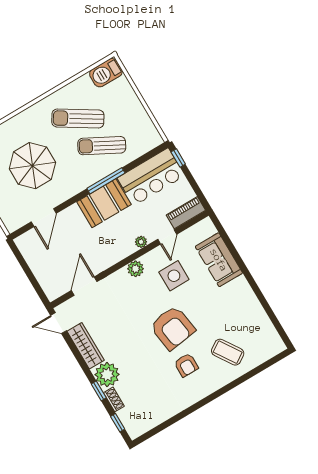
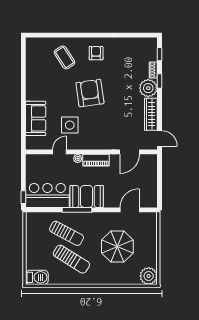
piano: (186, 213) -> (96, 160), moved
plant: (136, 269) -> (91, 144), removed
armchair: (186, 365) -> (96, 53), moved

